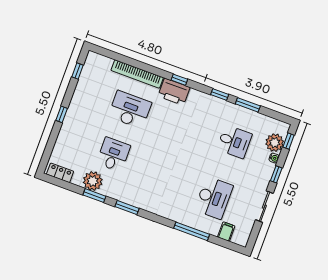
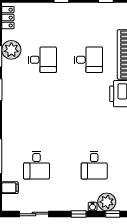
desk: (130, 110) -> (88, 60), width x0.73
desk: (214, 198) -> (36, 165), width x0.73
sliding door: (264, 207) -> (34, 214), moved

